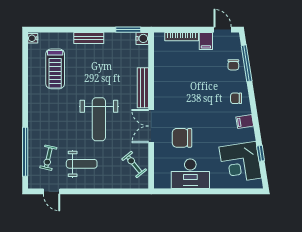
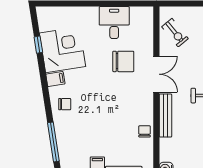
chair: (233, 65) -> (145, 131), moved
corner desk: (240, 162) -> (63, 50), moved
desk: (190, 174) -> (114, 23), width x0.73

